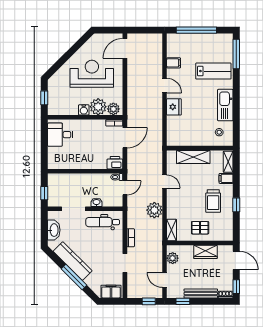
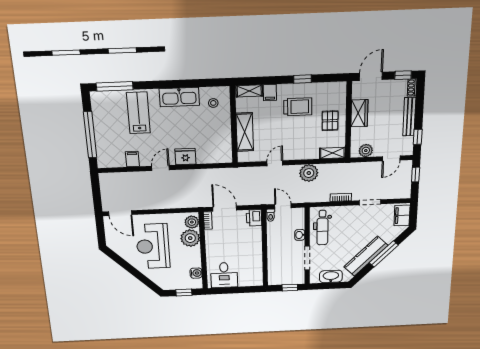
water cooler: (84, 110) -> (196, 273), moved

